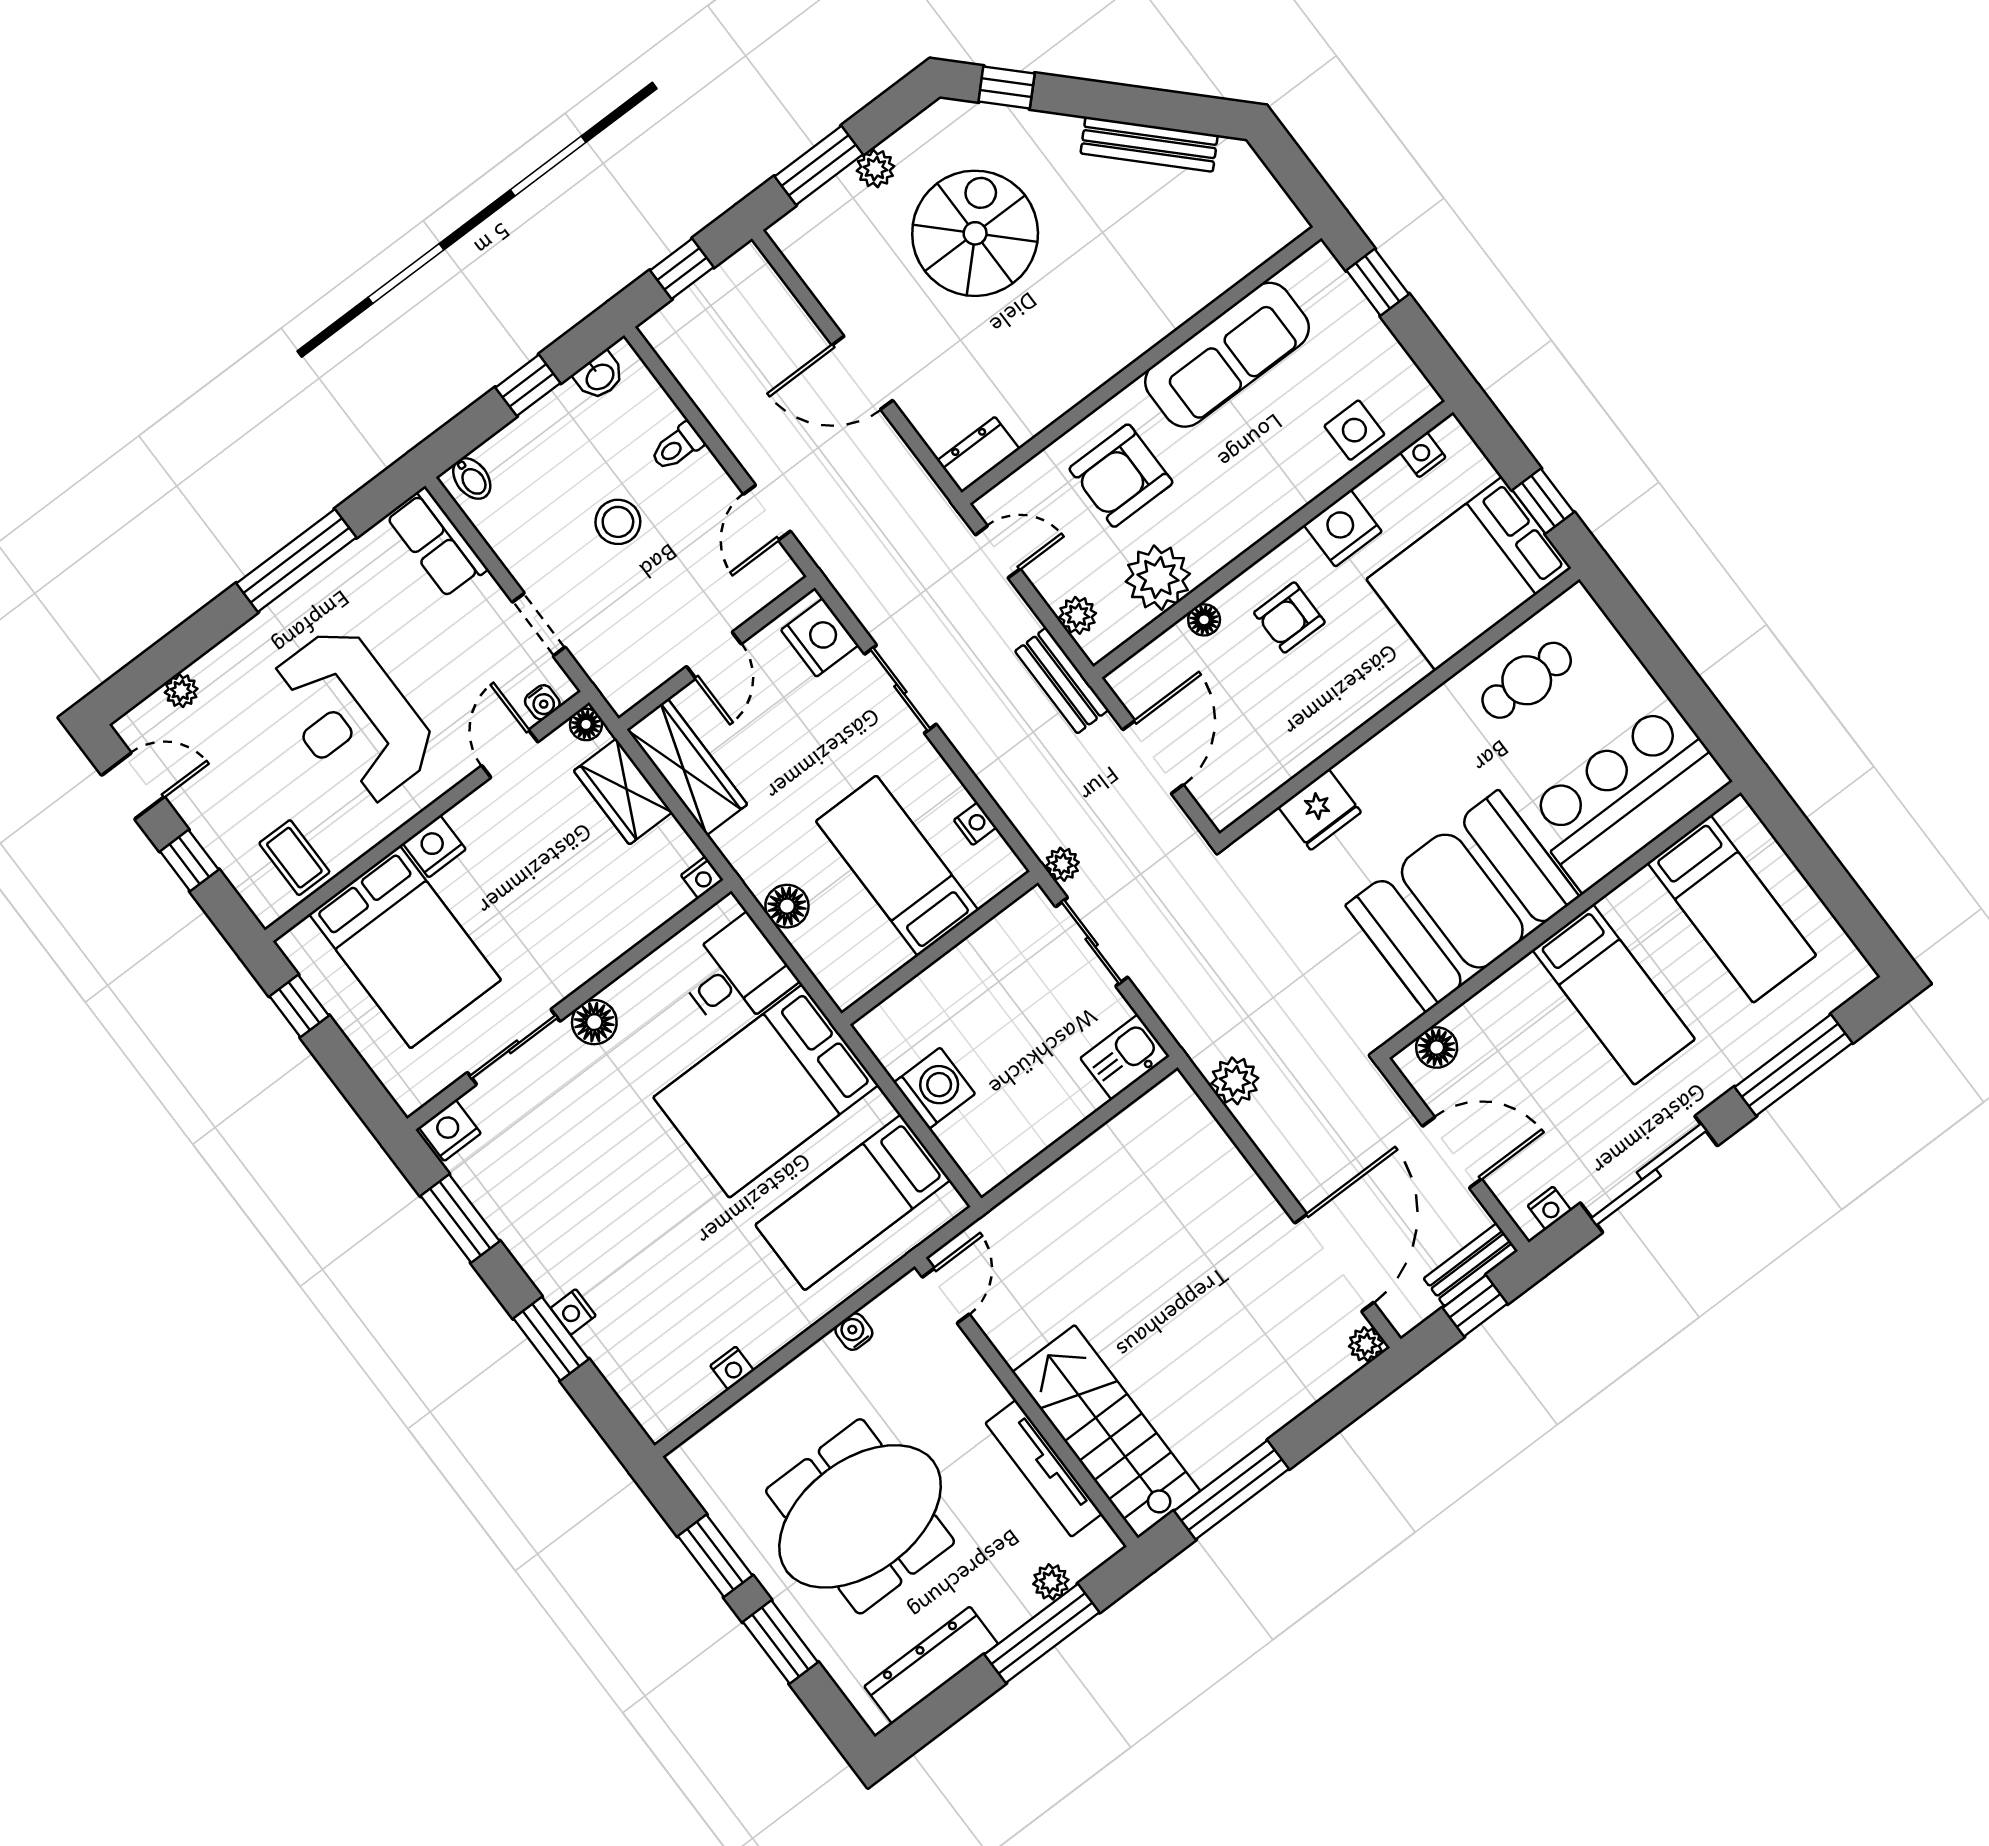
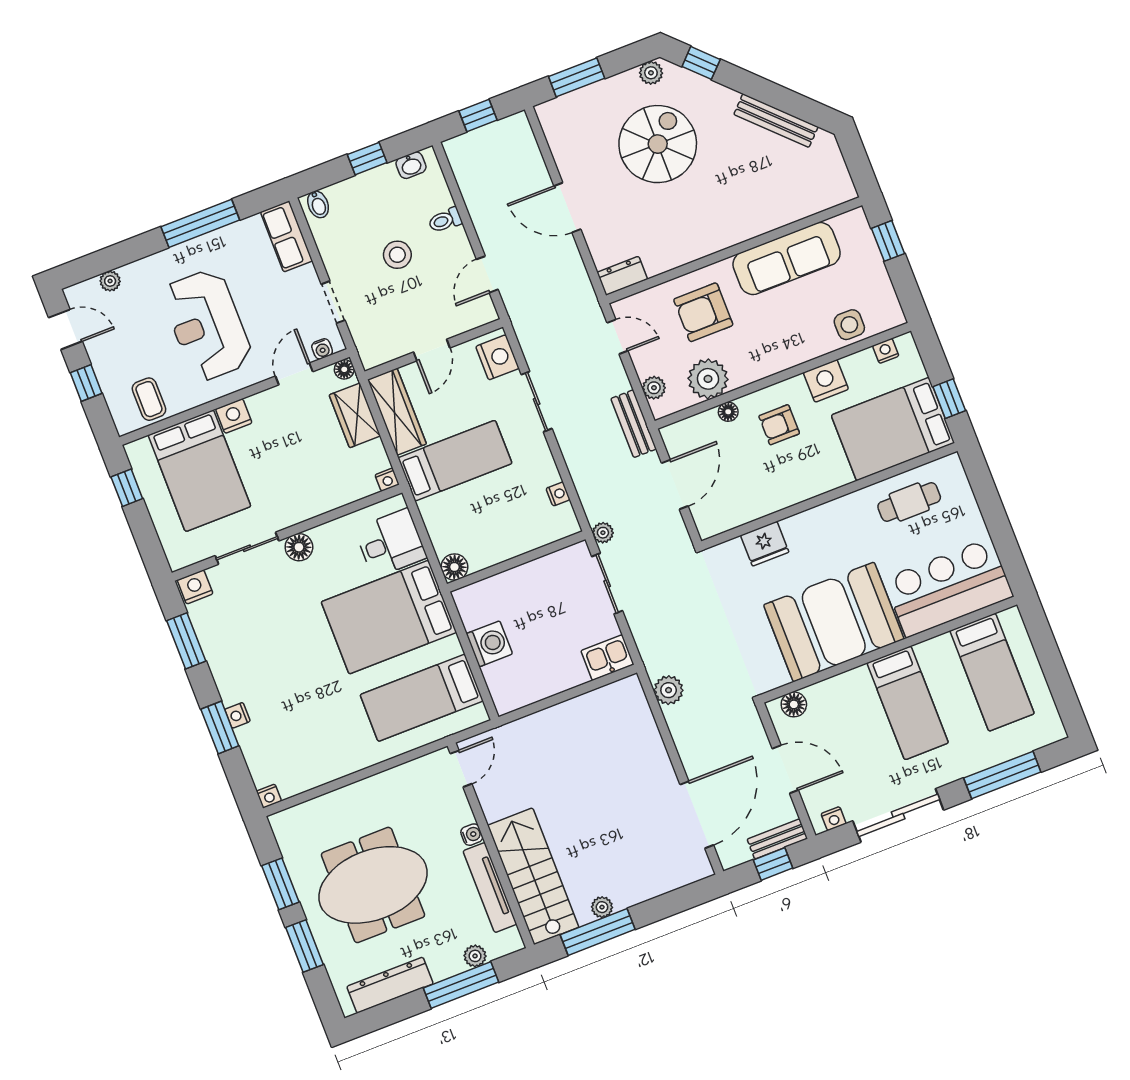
plant: (875, 169) -> (651, 73), moved
bed: (897, 866) -> (455, 461), moved, turned 90
floor lamp: (787, 906) -> (454, 567), moved
water cooler: (854, 1332) -> (472, 835), moved, turned 90
plant: (1366, 1344) -> (602, 907), moved
nightstand: (732, 1368) -> (269, 796), moved

